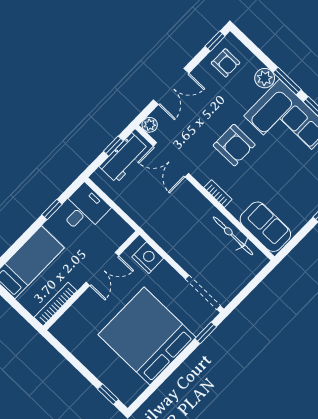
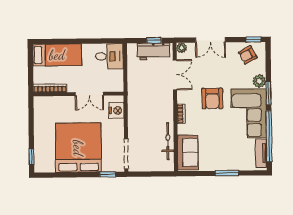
armchair: (226, 63) -> (248, 55), turned 61
double door: (171, 160) -> (175, 75), swing flipped
window: (52, 209) -> (94, 41), removed

